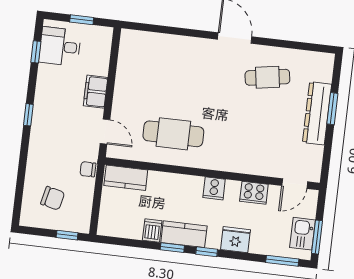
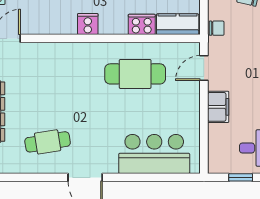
bar counter: (164, 53) -> (154, 154), added
door: (105, 132) -> (204, 68), hinge flipped
cooker: (254, 193) -> (142, 24), moved

